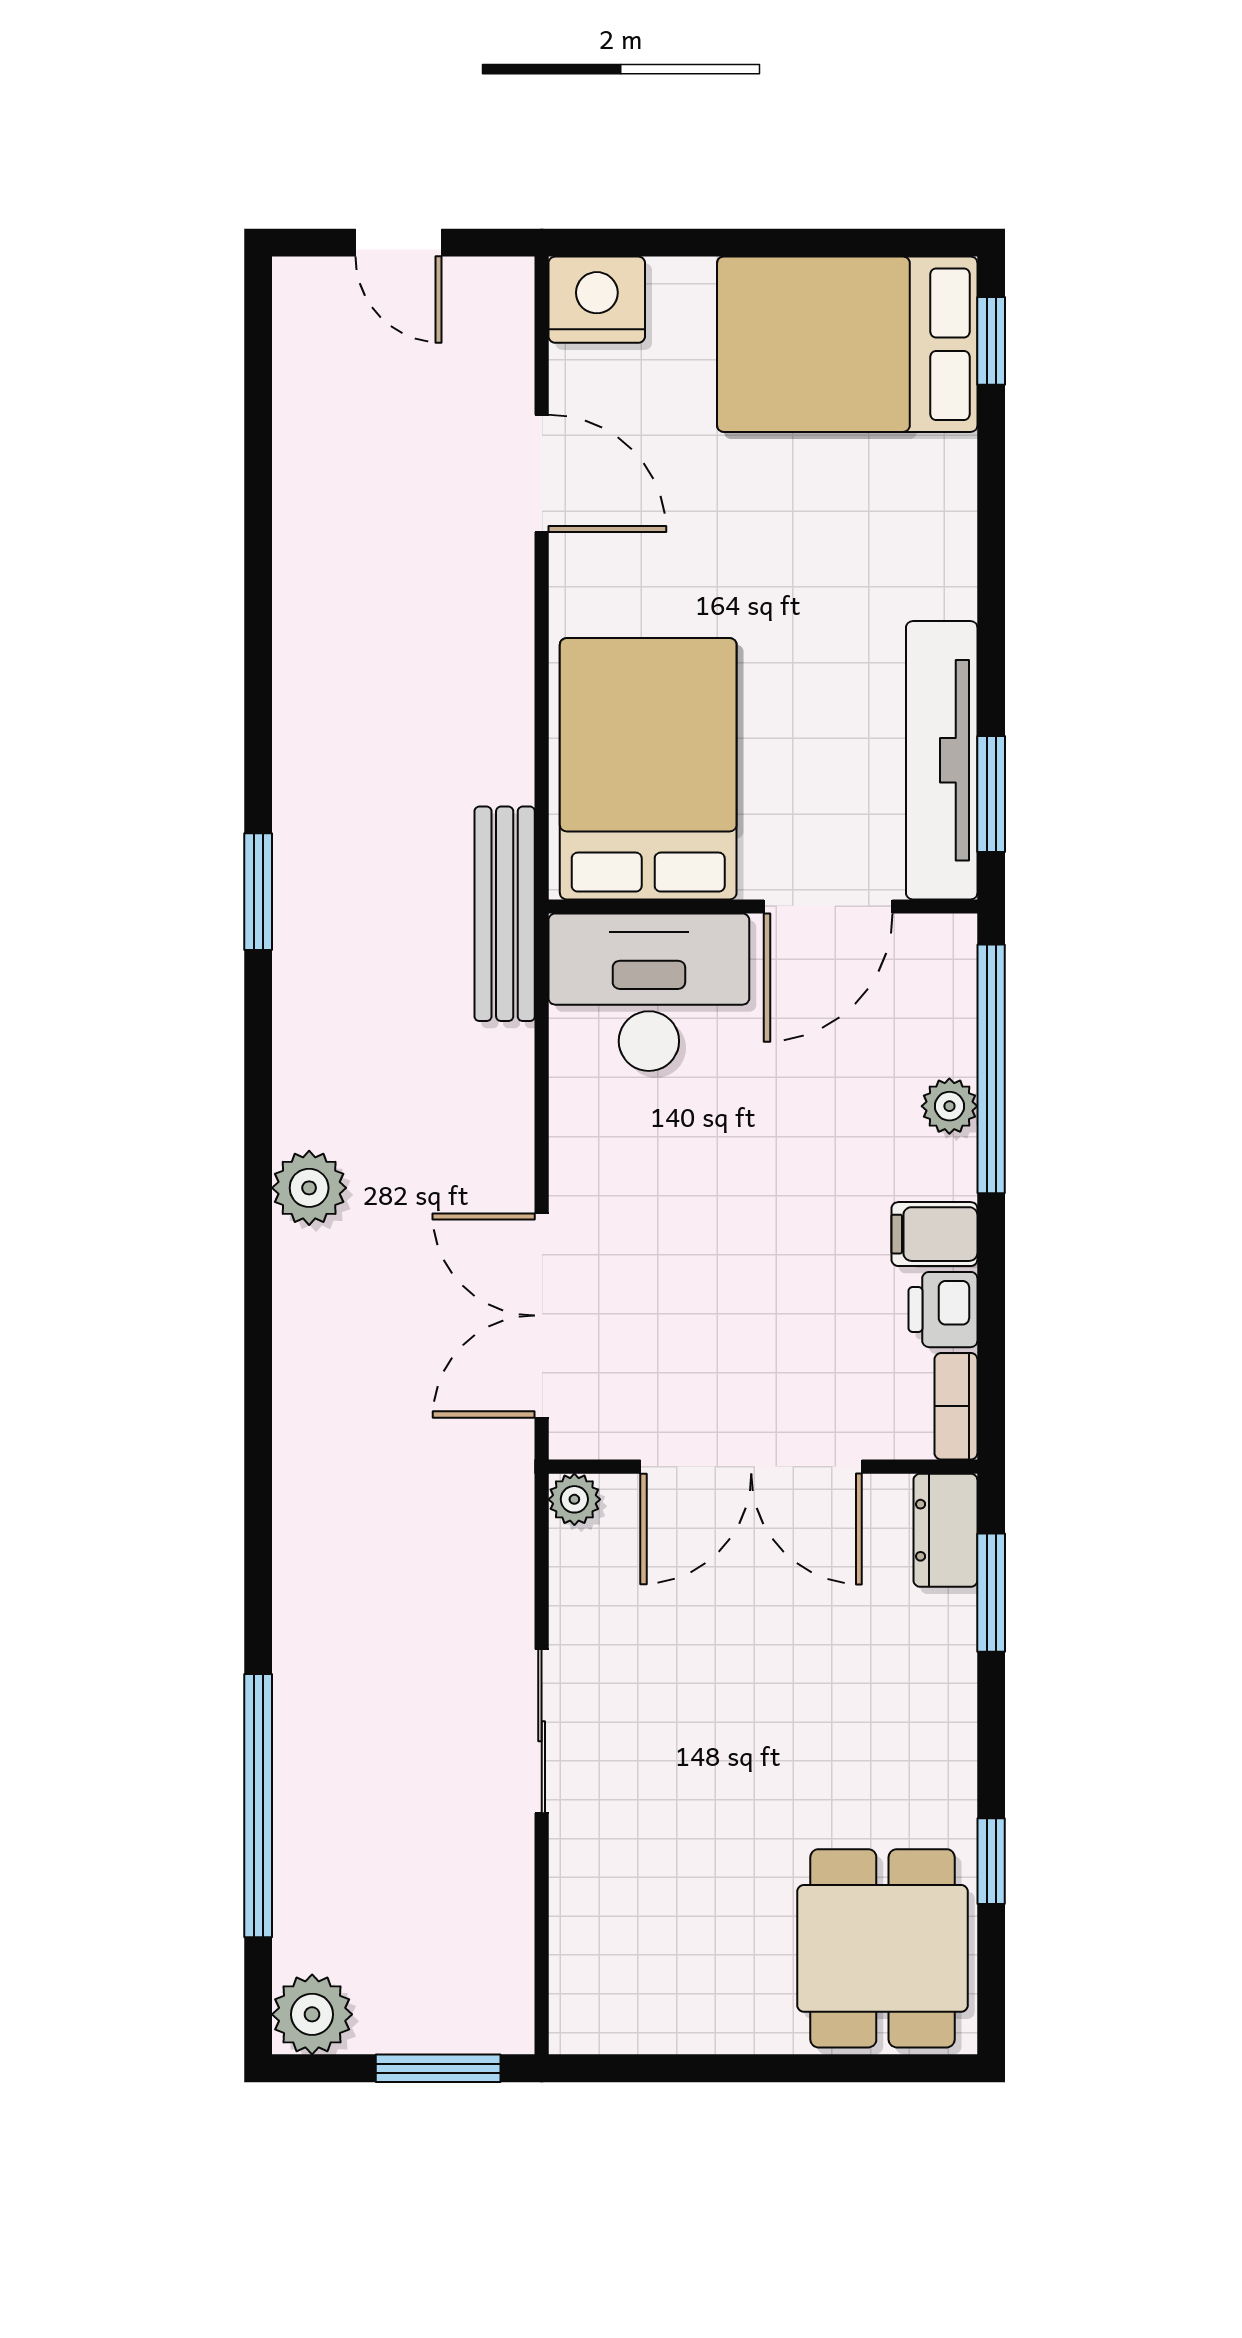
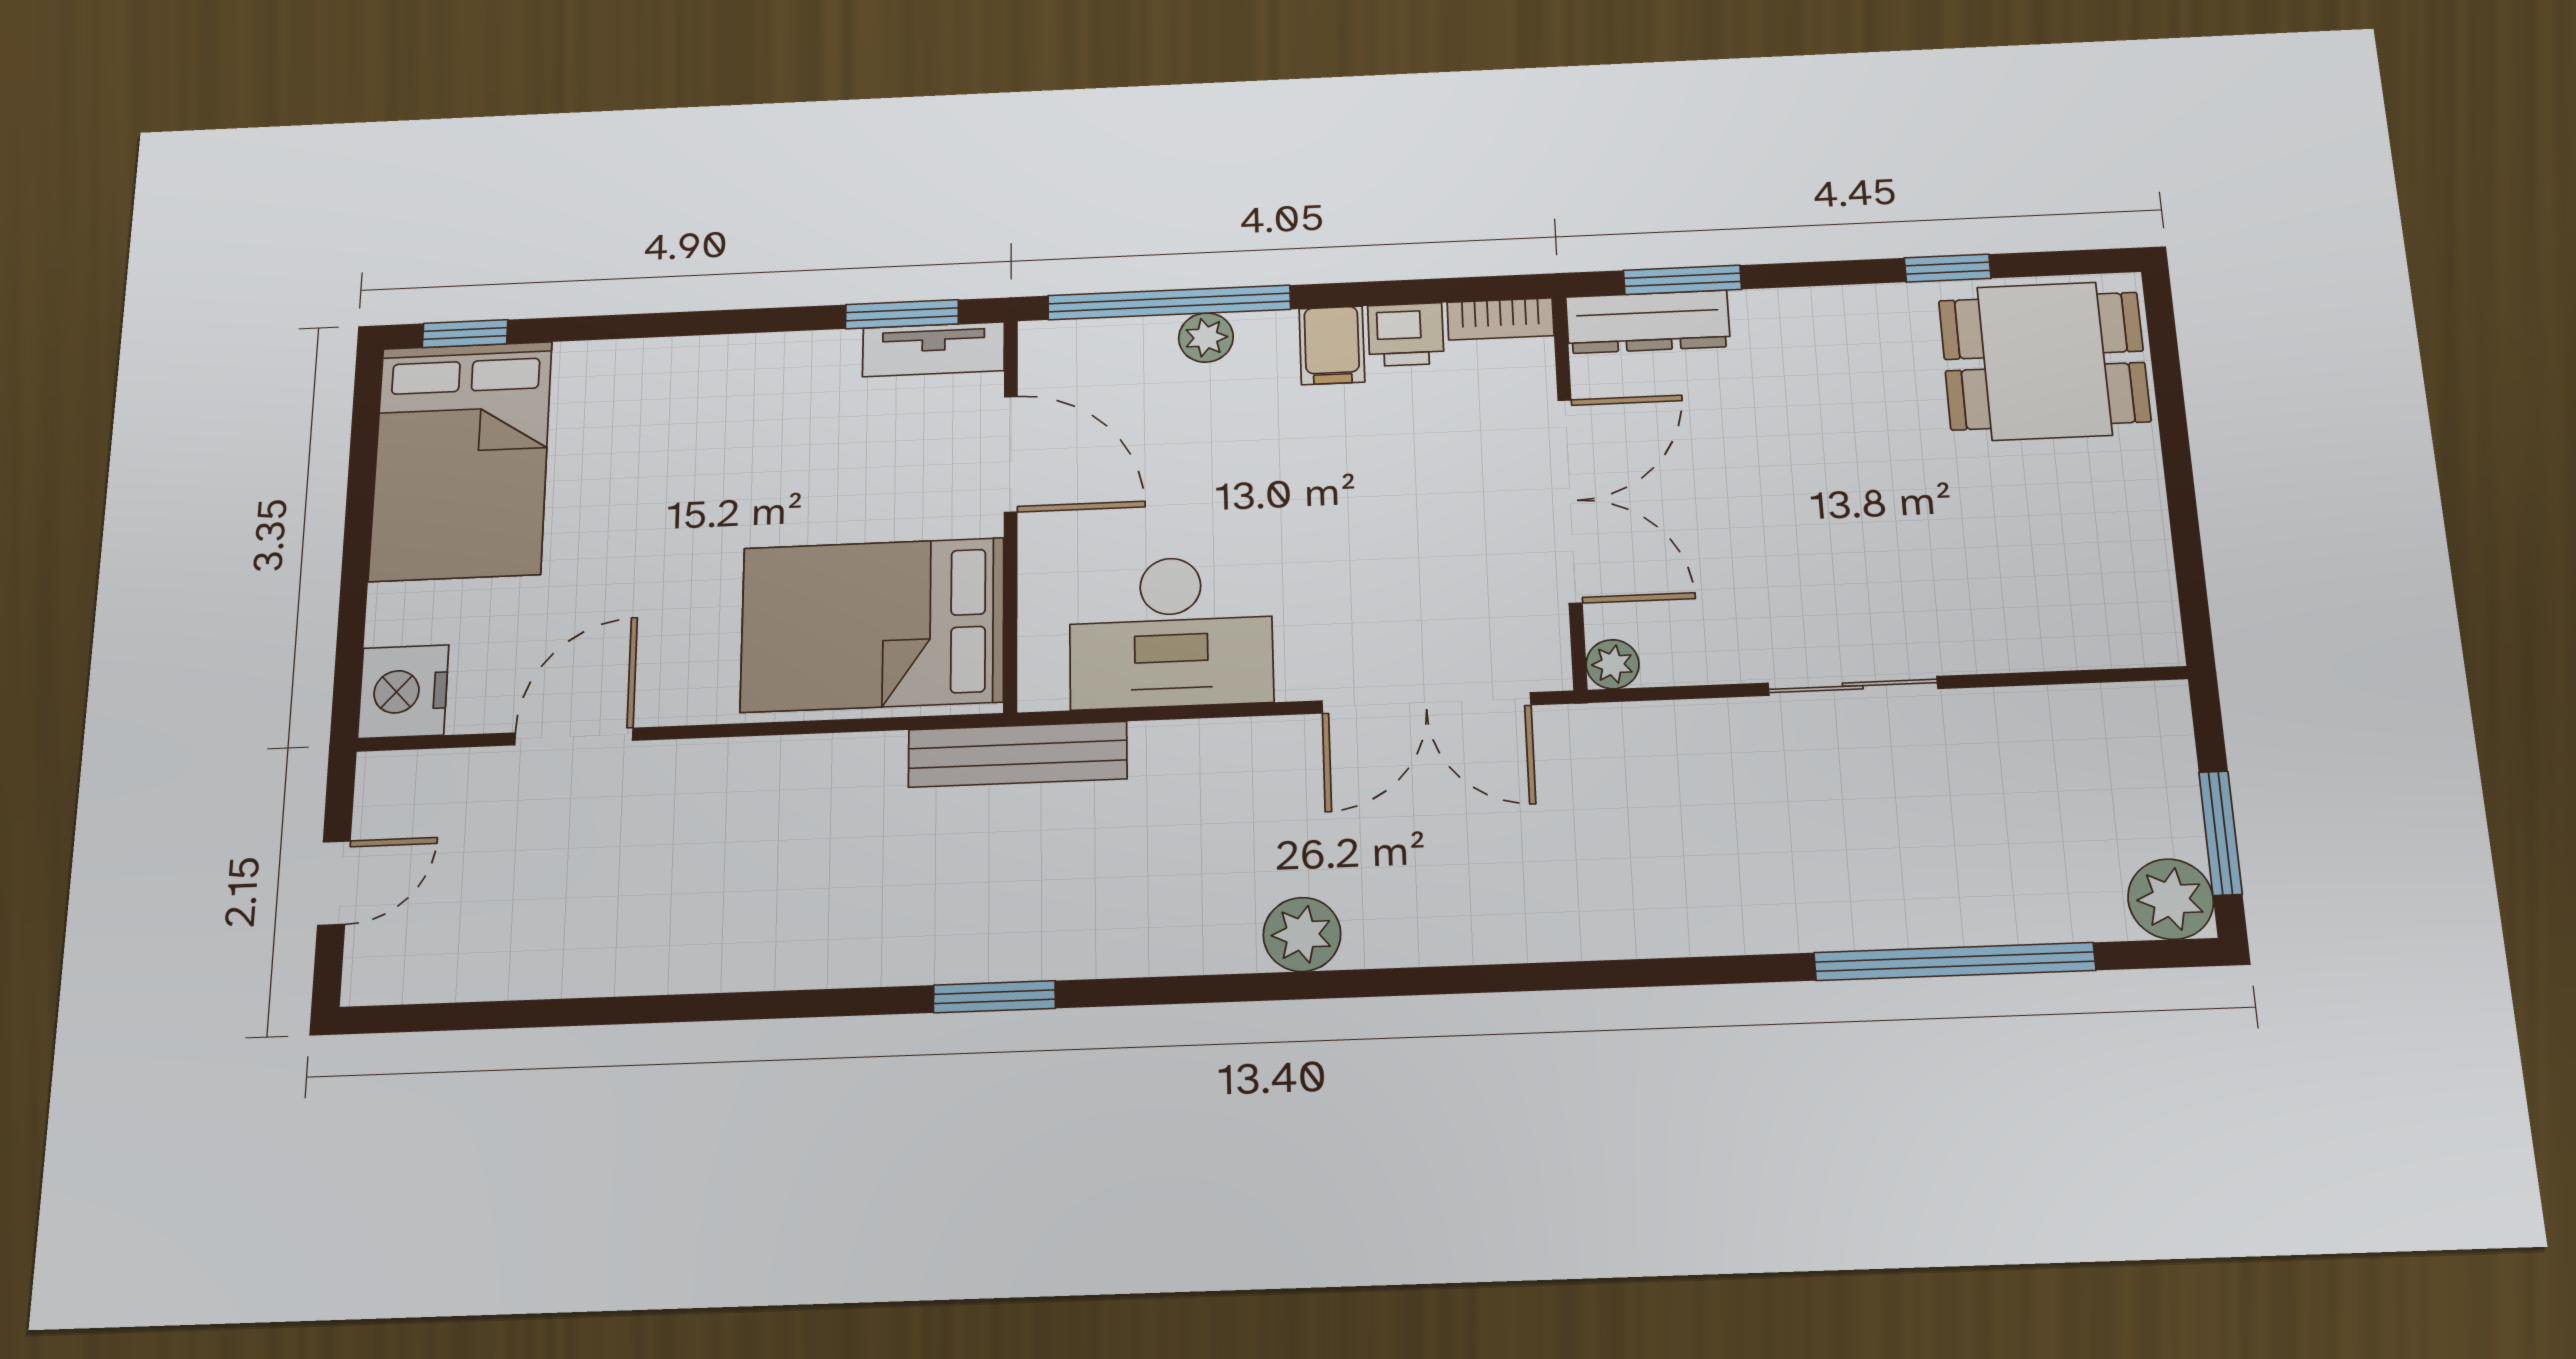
tv unit: (942, 760) -> (933, 349), width x0.52, depth x0.78
desk: (649, 992) -> (1171, 632), moved, turned -90
dresser: (945, 1530) -> (1648, 322), width x1.44
window: (438, 2068) -> (2220, 833), moved

